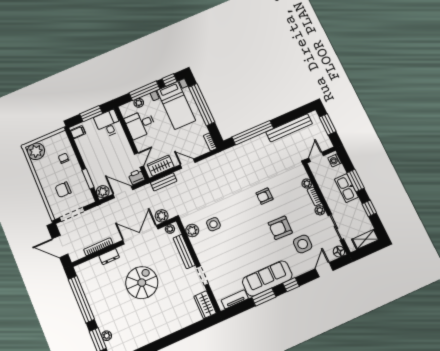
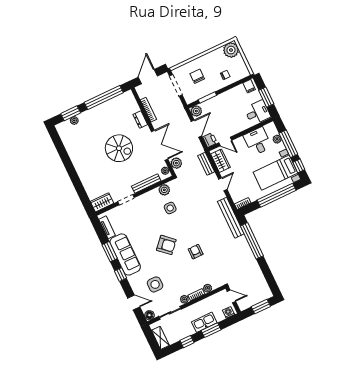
bench: (289, 128) -> (231, 218), moved
armchair: (280, 228) -> (166, 245), moved, turned 130

